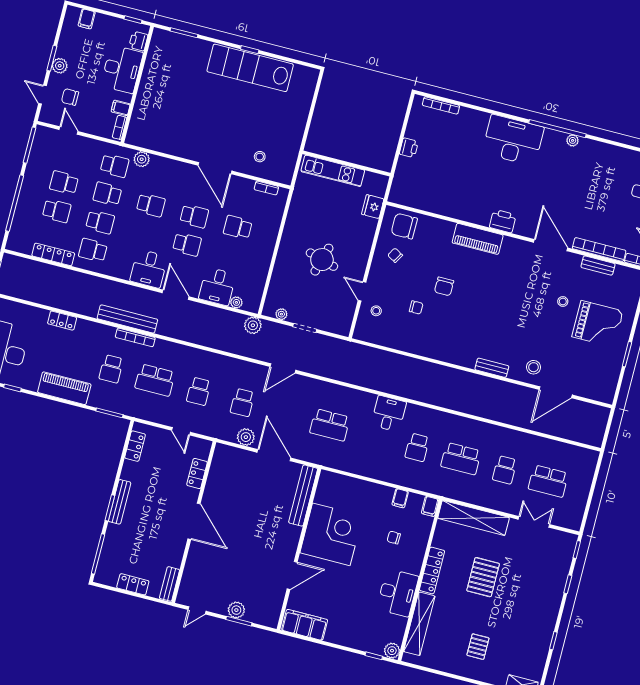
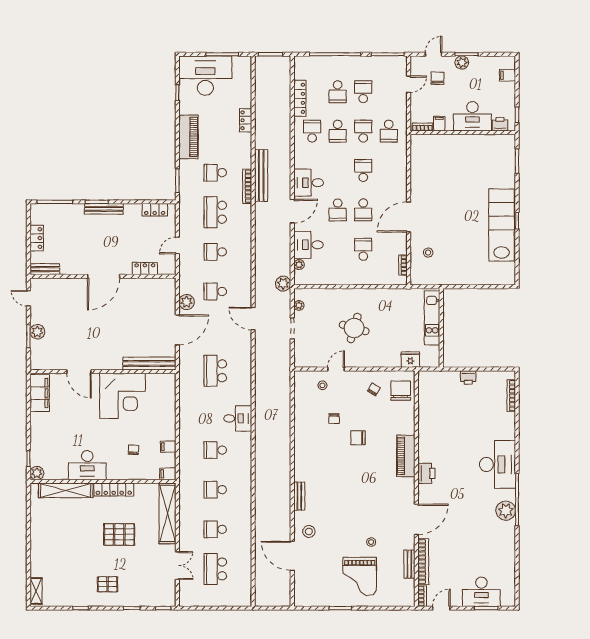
plant: (573, 140) -> (506, 511), width x1.88, depth x1.88
plant: (142, 159) -> (400, 153), removed
school desk: (151, 205) -> (363, 170), turned 180
school desk: (461, 459) -> (215, 490), width x0.54
pallet: (478, 647) -> (108, 584), moved

